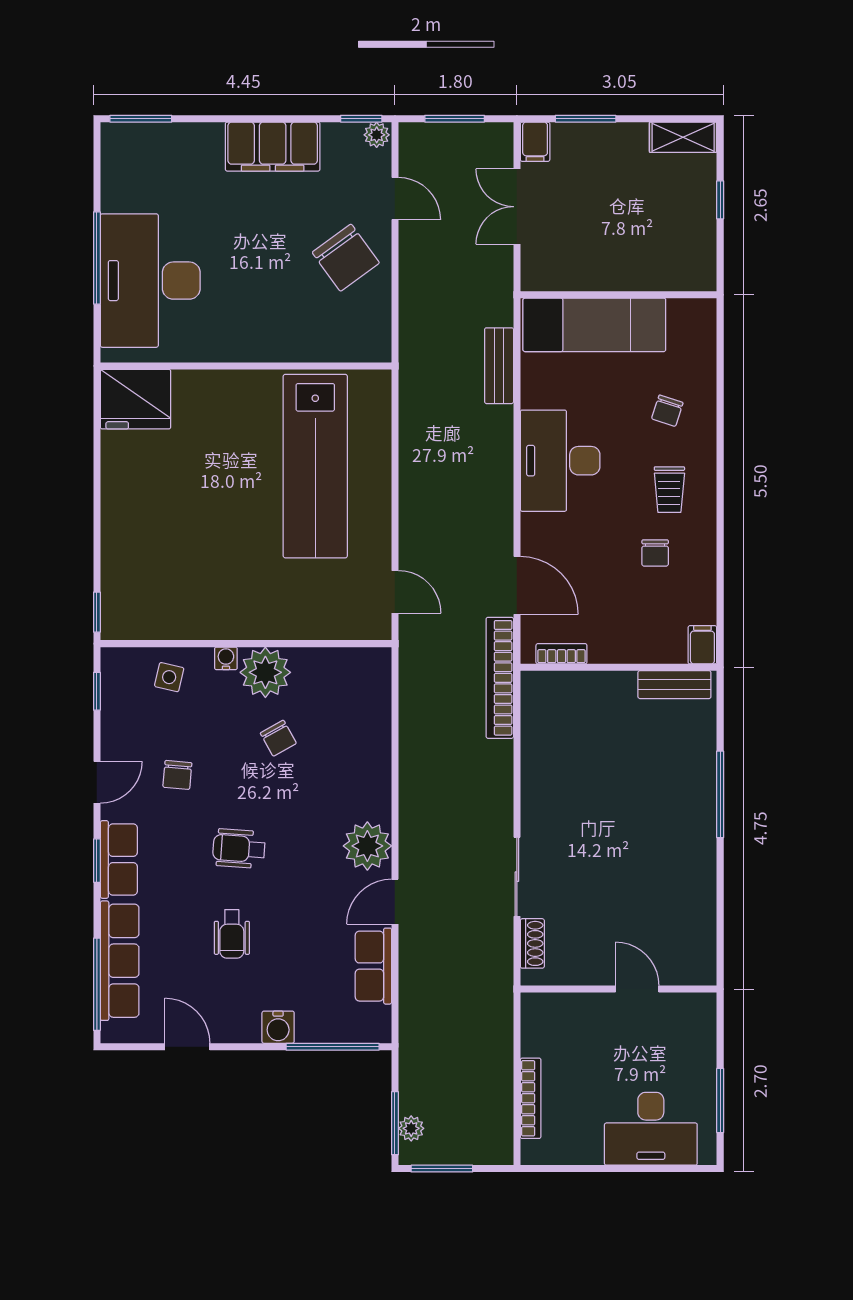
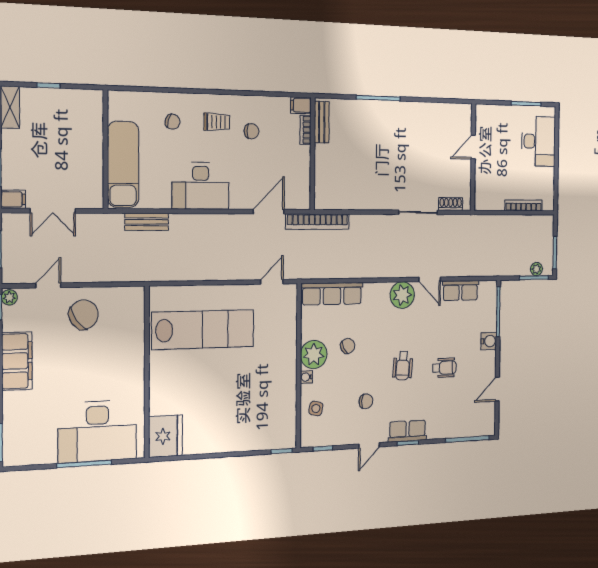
bookcase: (561, 654) -> (305, 130), moved
door: (97, 782) -> (369, 445), swing flipped
row of seats: (120, 961) -> (332, 294), moved, turned 180

